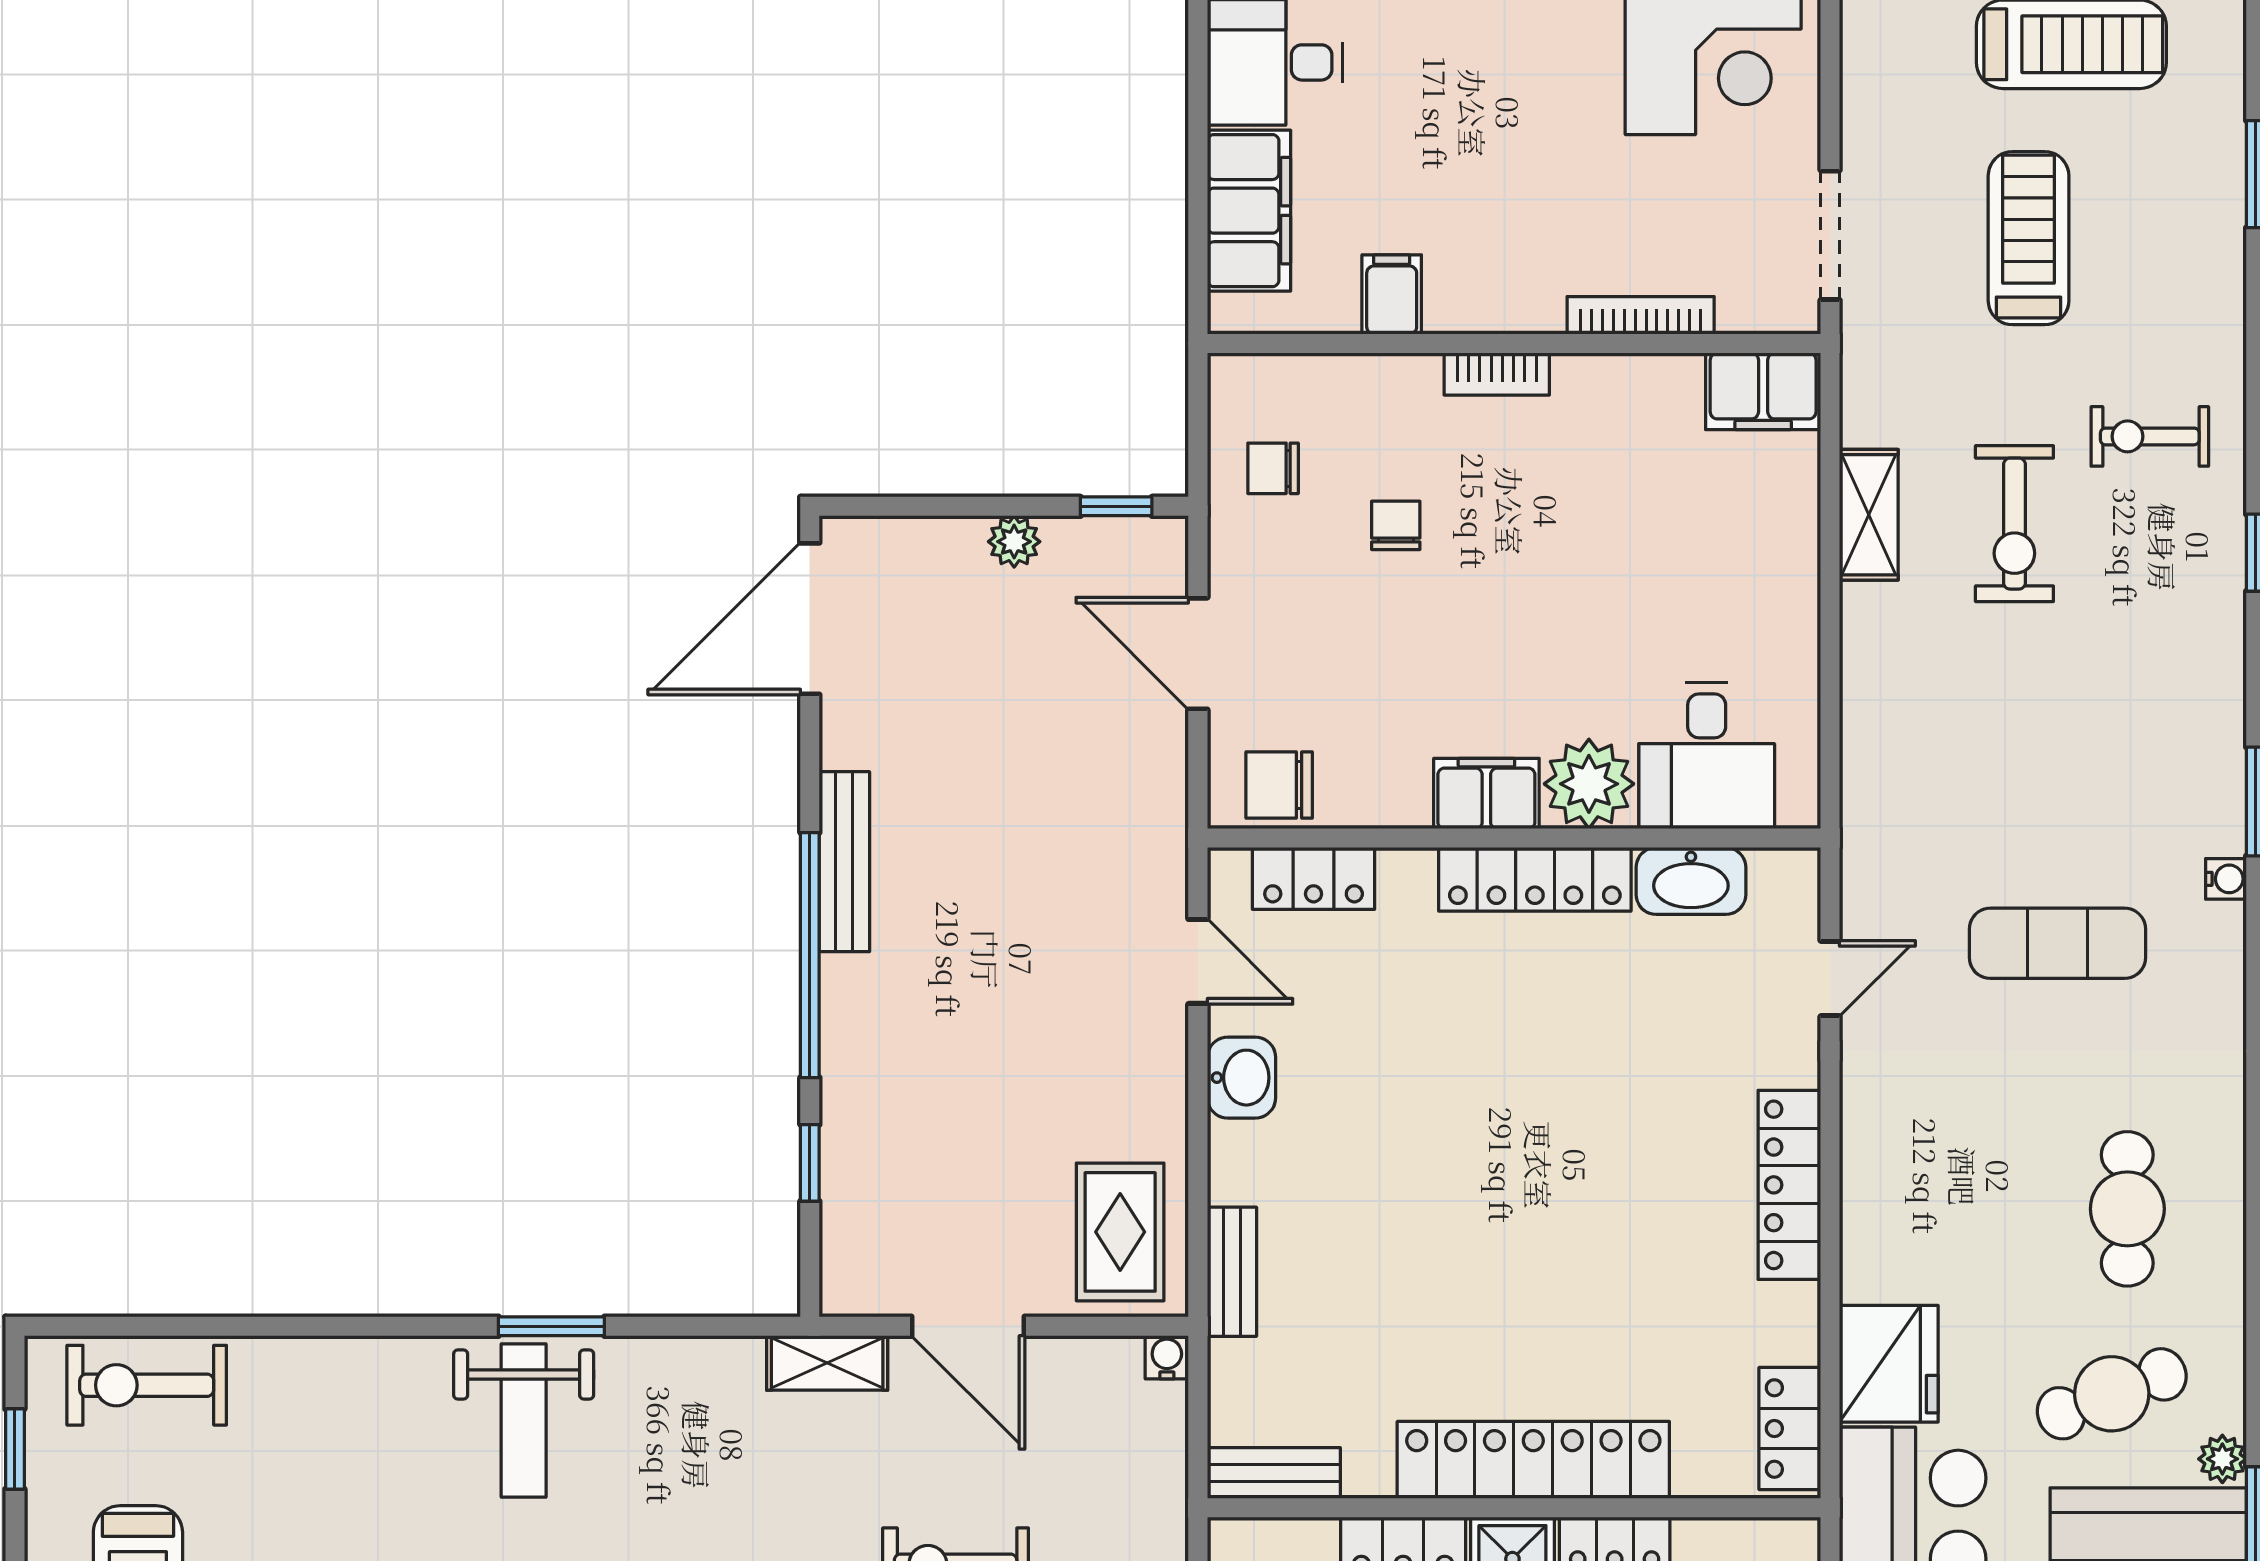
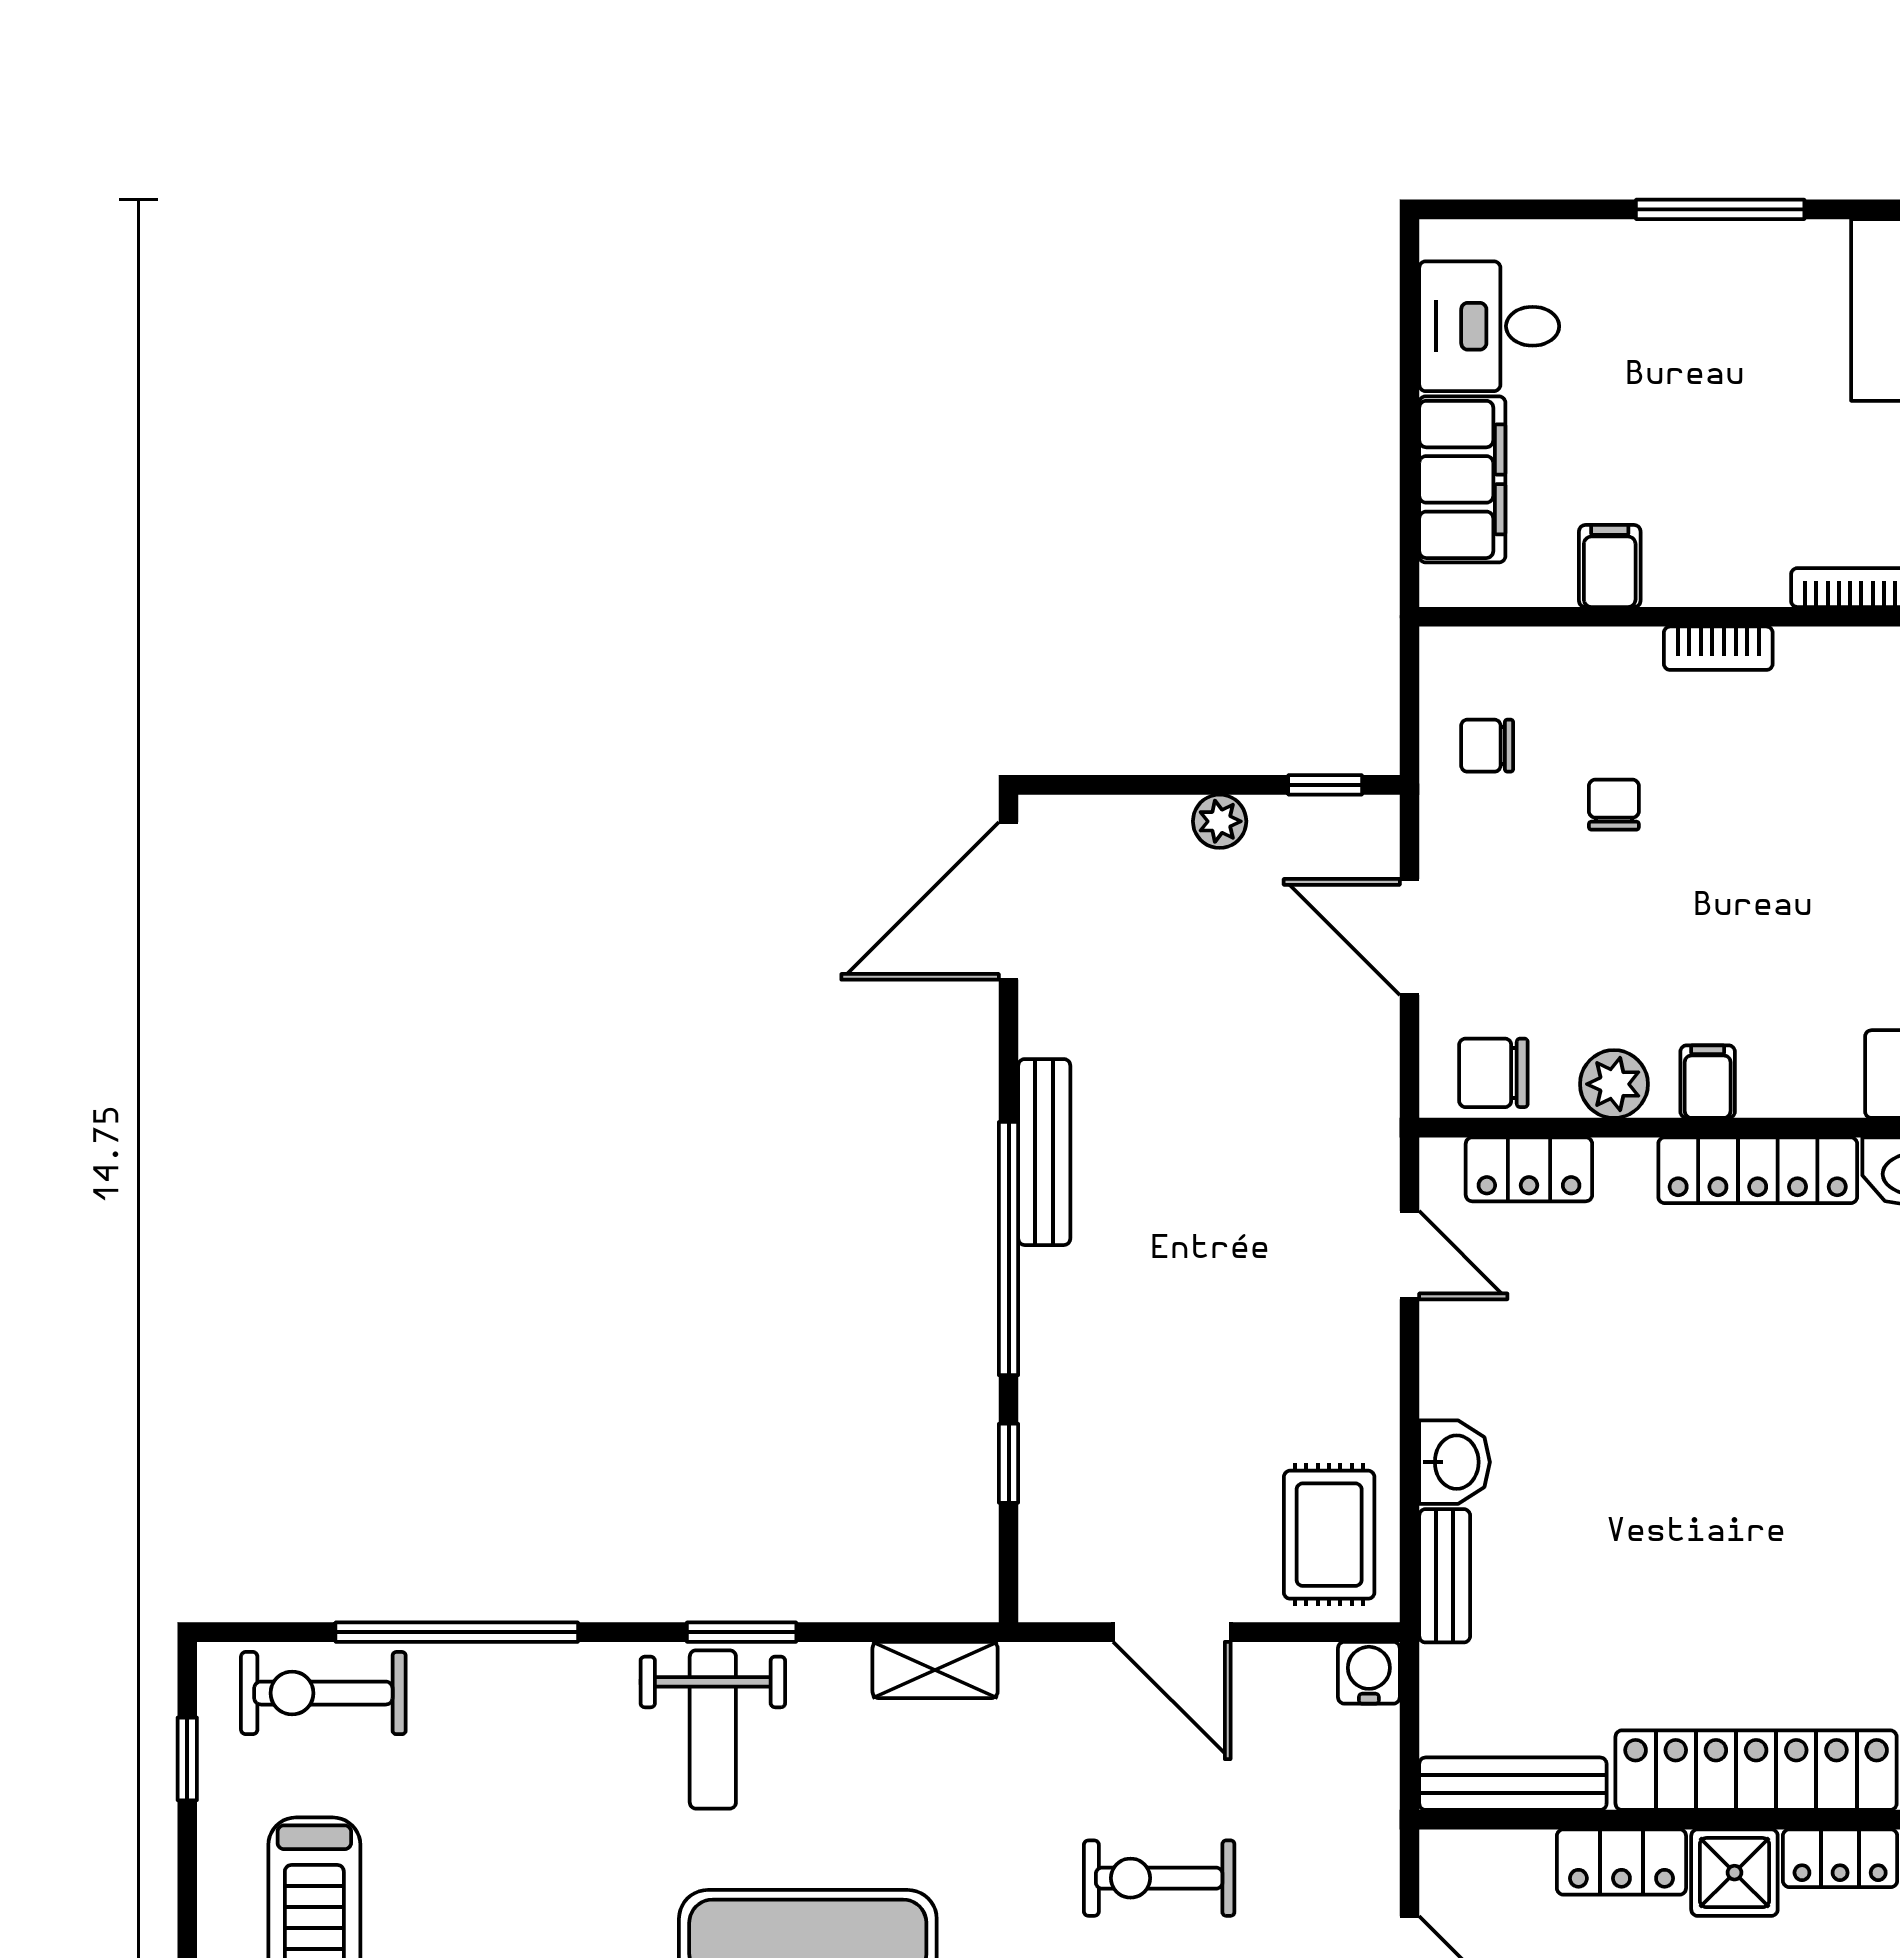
plant: (1589, 784) -> (1614, 1084), moved, width x0.73, depth x0.73
filing cabinet: (1486, 793) -> (1708, 1082), width x0.50
washbasin: (1242, 1078) -> (1455, 1462), moved
window: (276, 1326) -> (457, 1632), added
water cooler: (1167, 1357) -> (1369, 1673), width x1.38, depth x1.38
shelving: (827, 1363) -> (935, 1670), moved
bench: (1274, 1473) -> (1513, 1784), width x1.36

